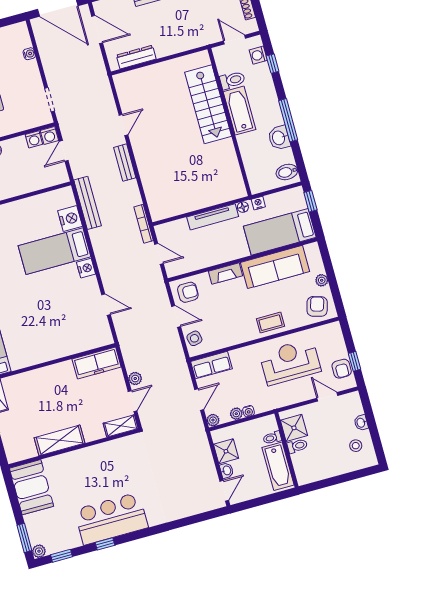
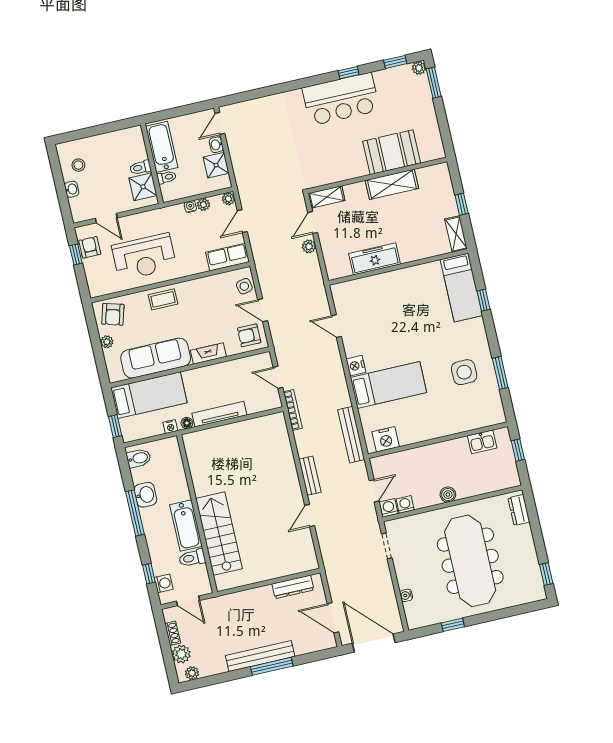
nightstand: (70, 218) -> (386, 439), moved, turned -90
freezer: (97, 363) -> (375, 259), moved
booth: (31, 487) -> (392, 152), moved, turned 90

